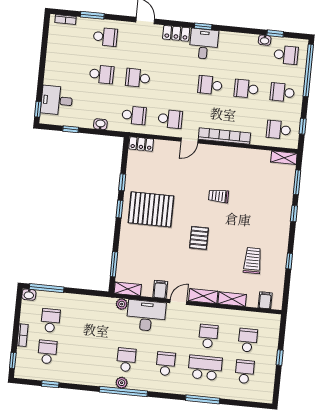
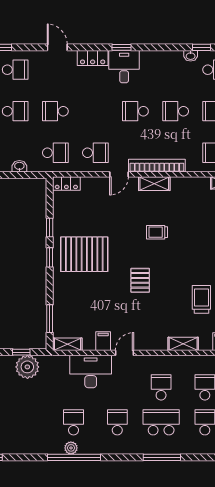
window: (85, 292) -> (21, 352), added
shelving: (203, 296) -> (154, 184), moved
plant: (122, 304) -> (27, 367), moved, width x1.87, depth x1.87

